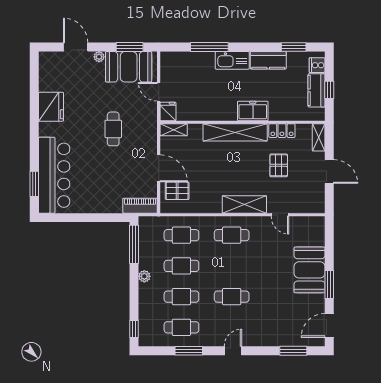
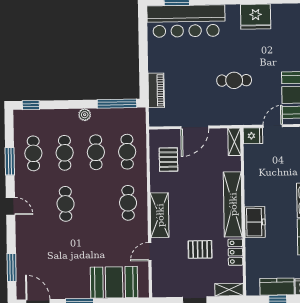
pallet: (177, 191) -> (168, 160), moved
piano: (140, 206) -> (156, 90), moved
booth: (309, 270) -> (114, 282), moved

